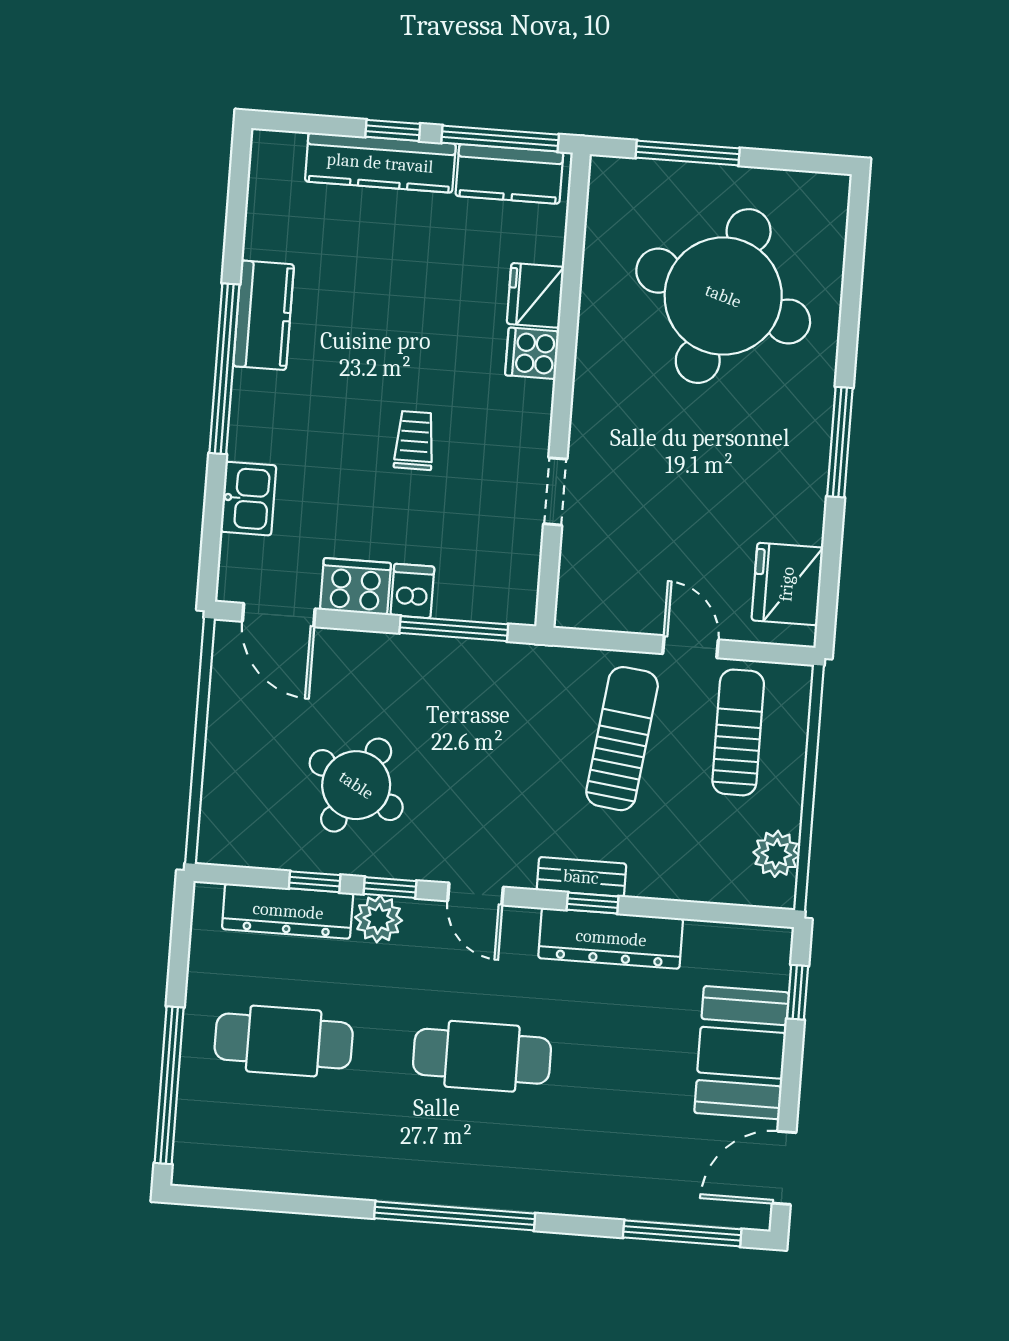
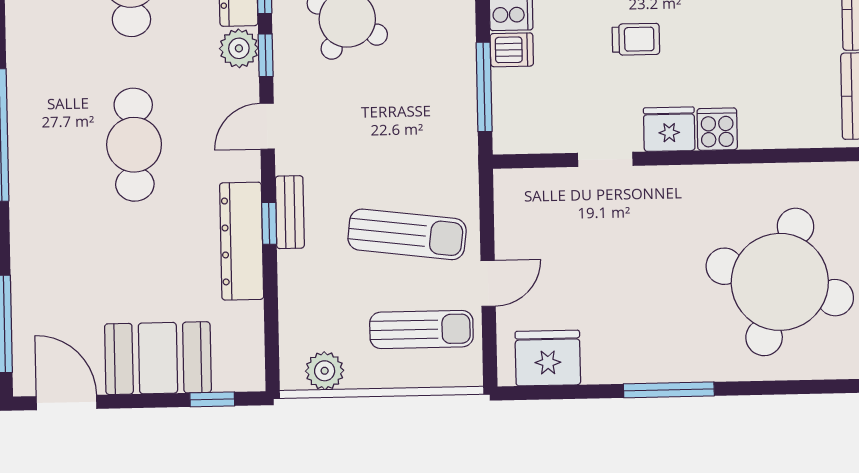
fridge: (535, 295) -> (669, 129), moved

